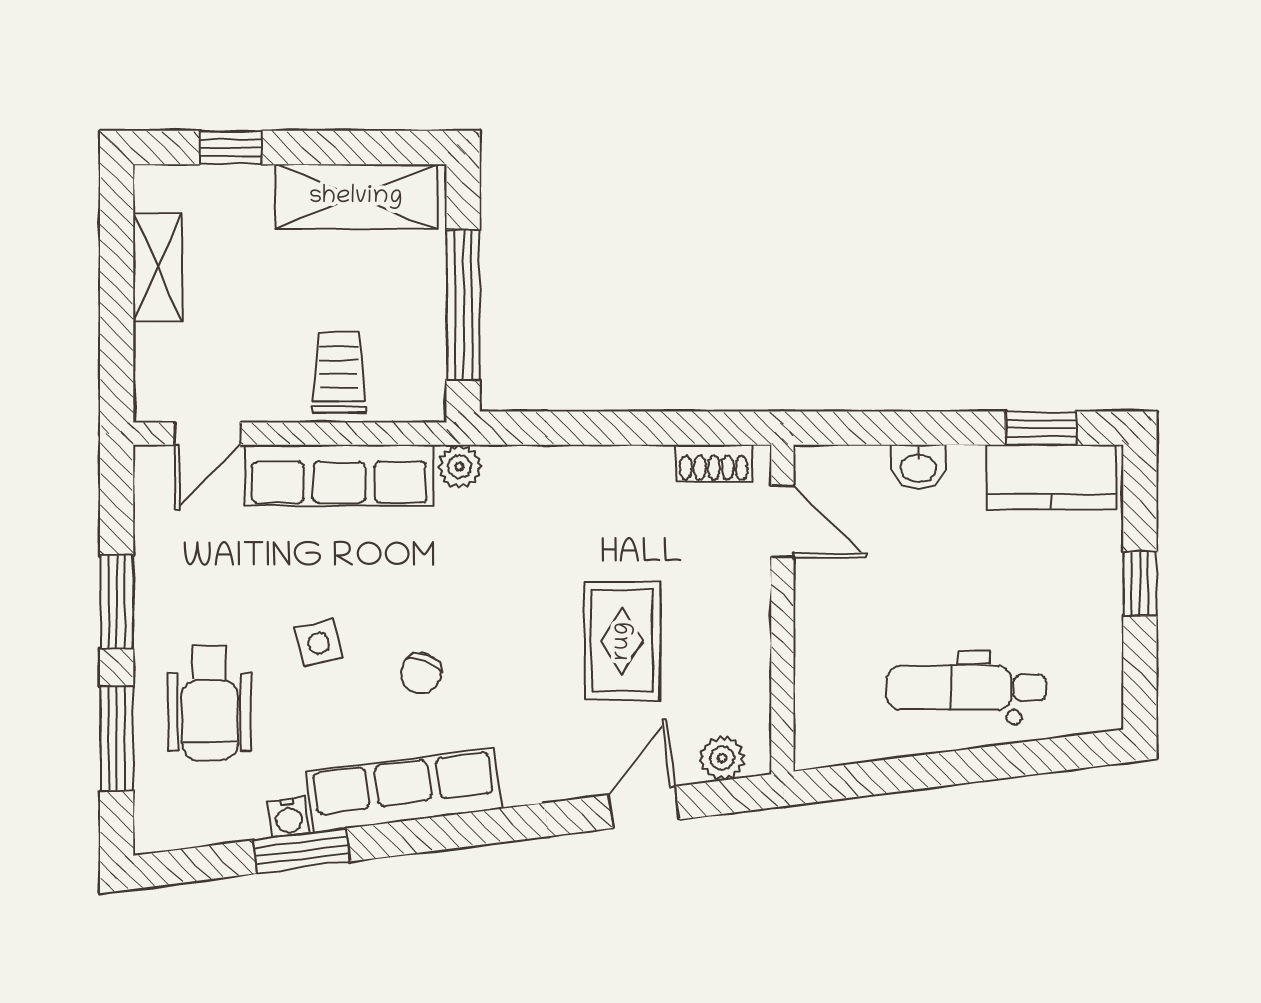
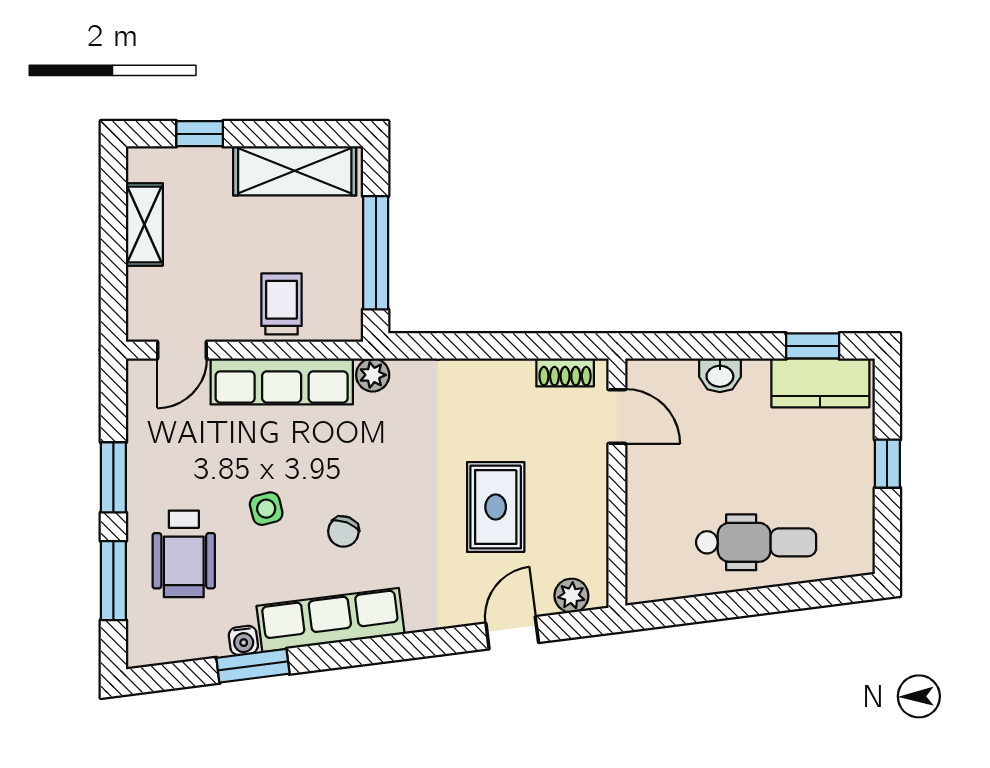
dental chair: (966, 688) -> (756, 542), turned 180

